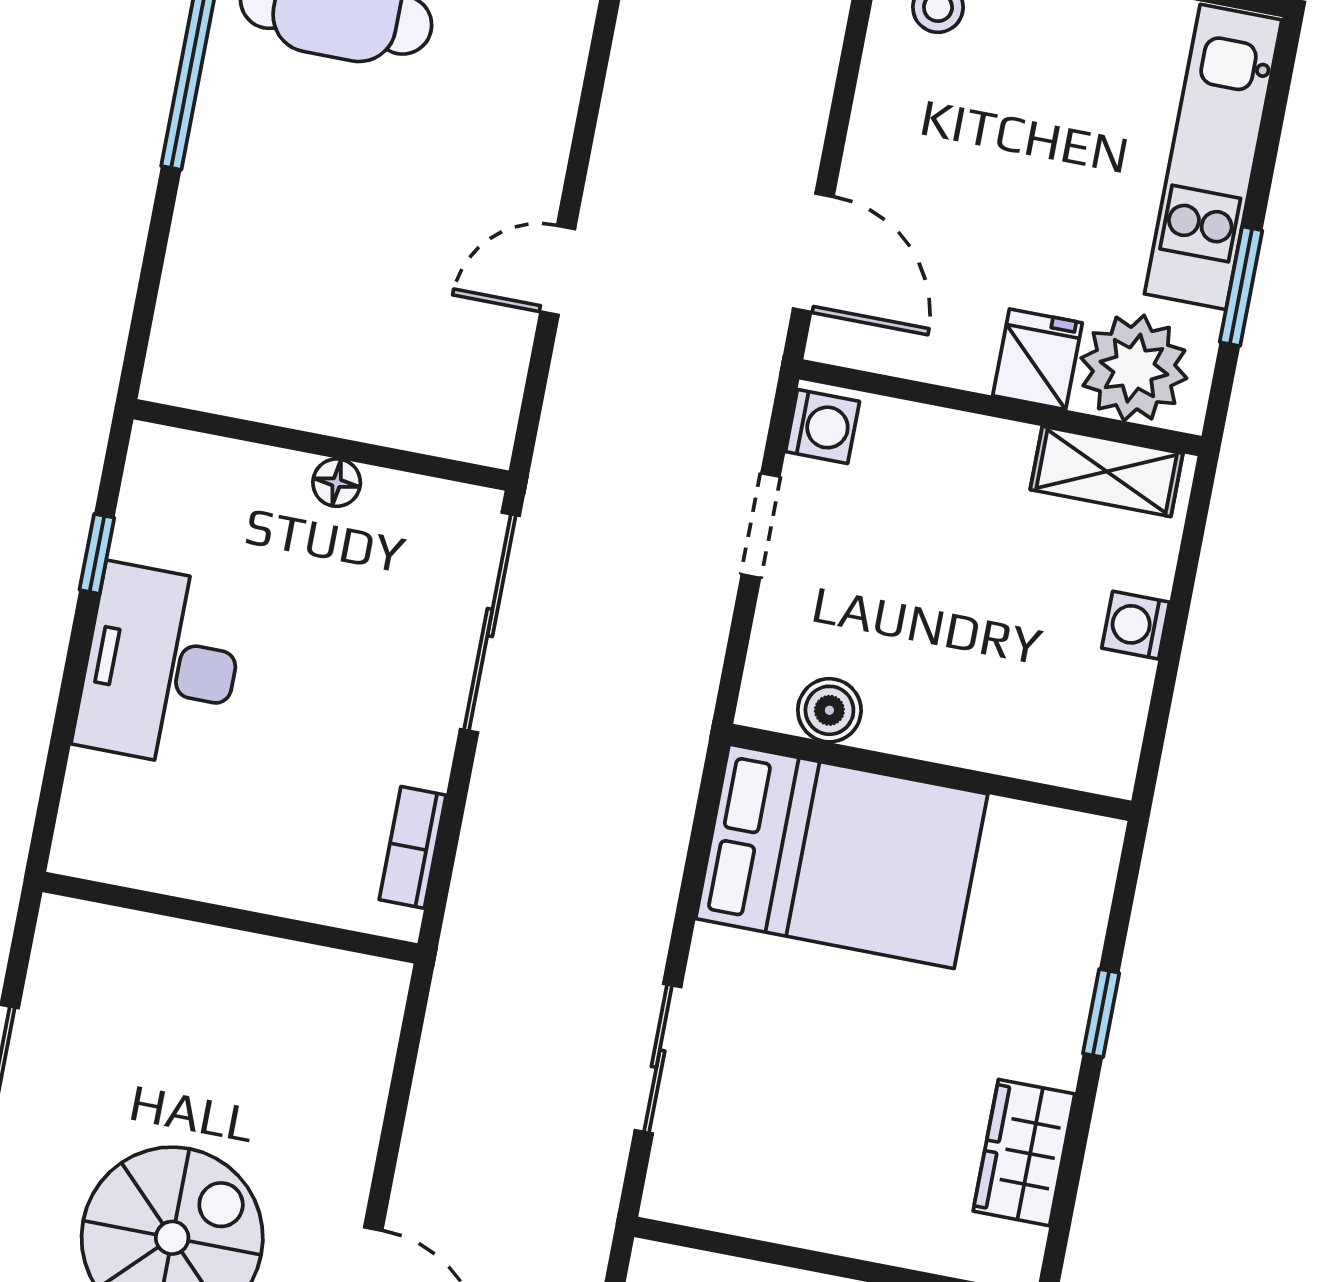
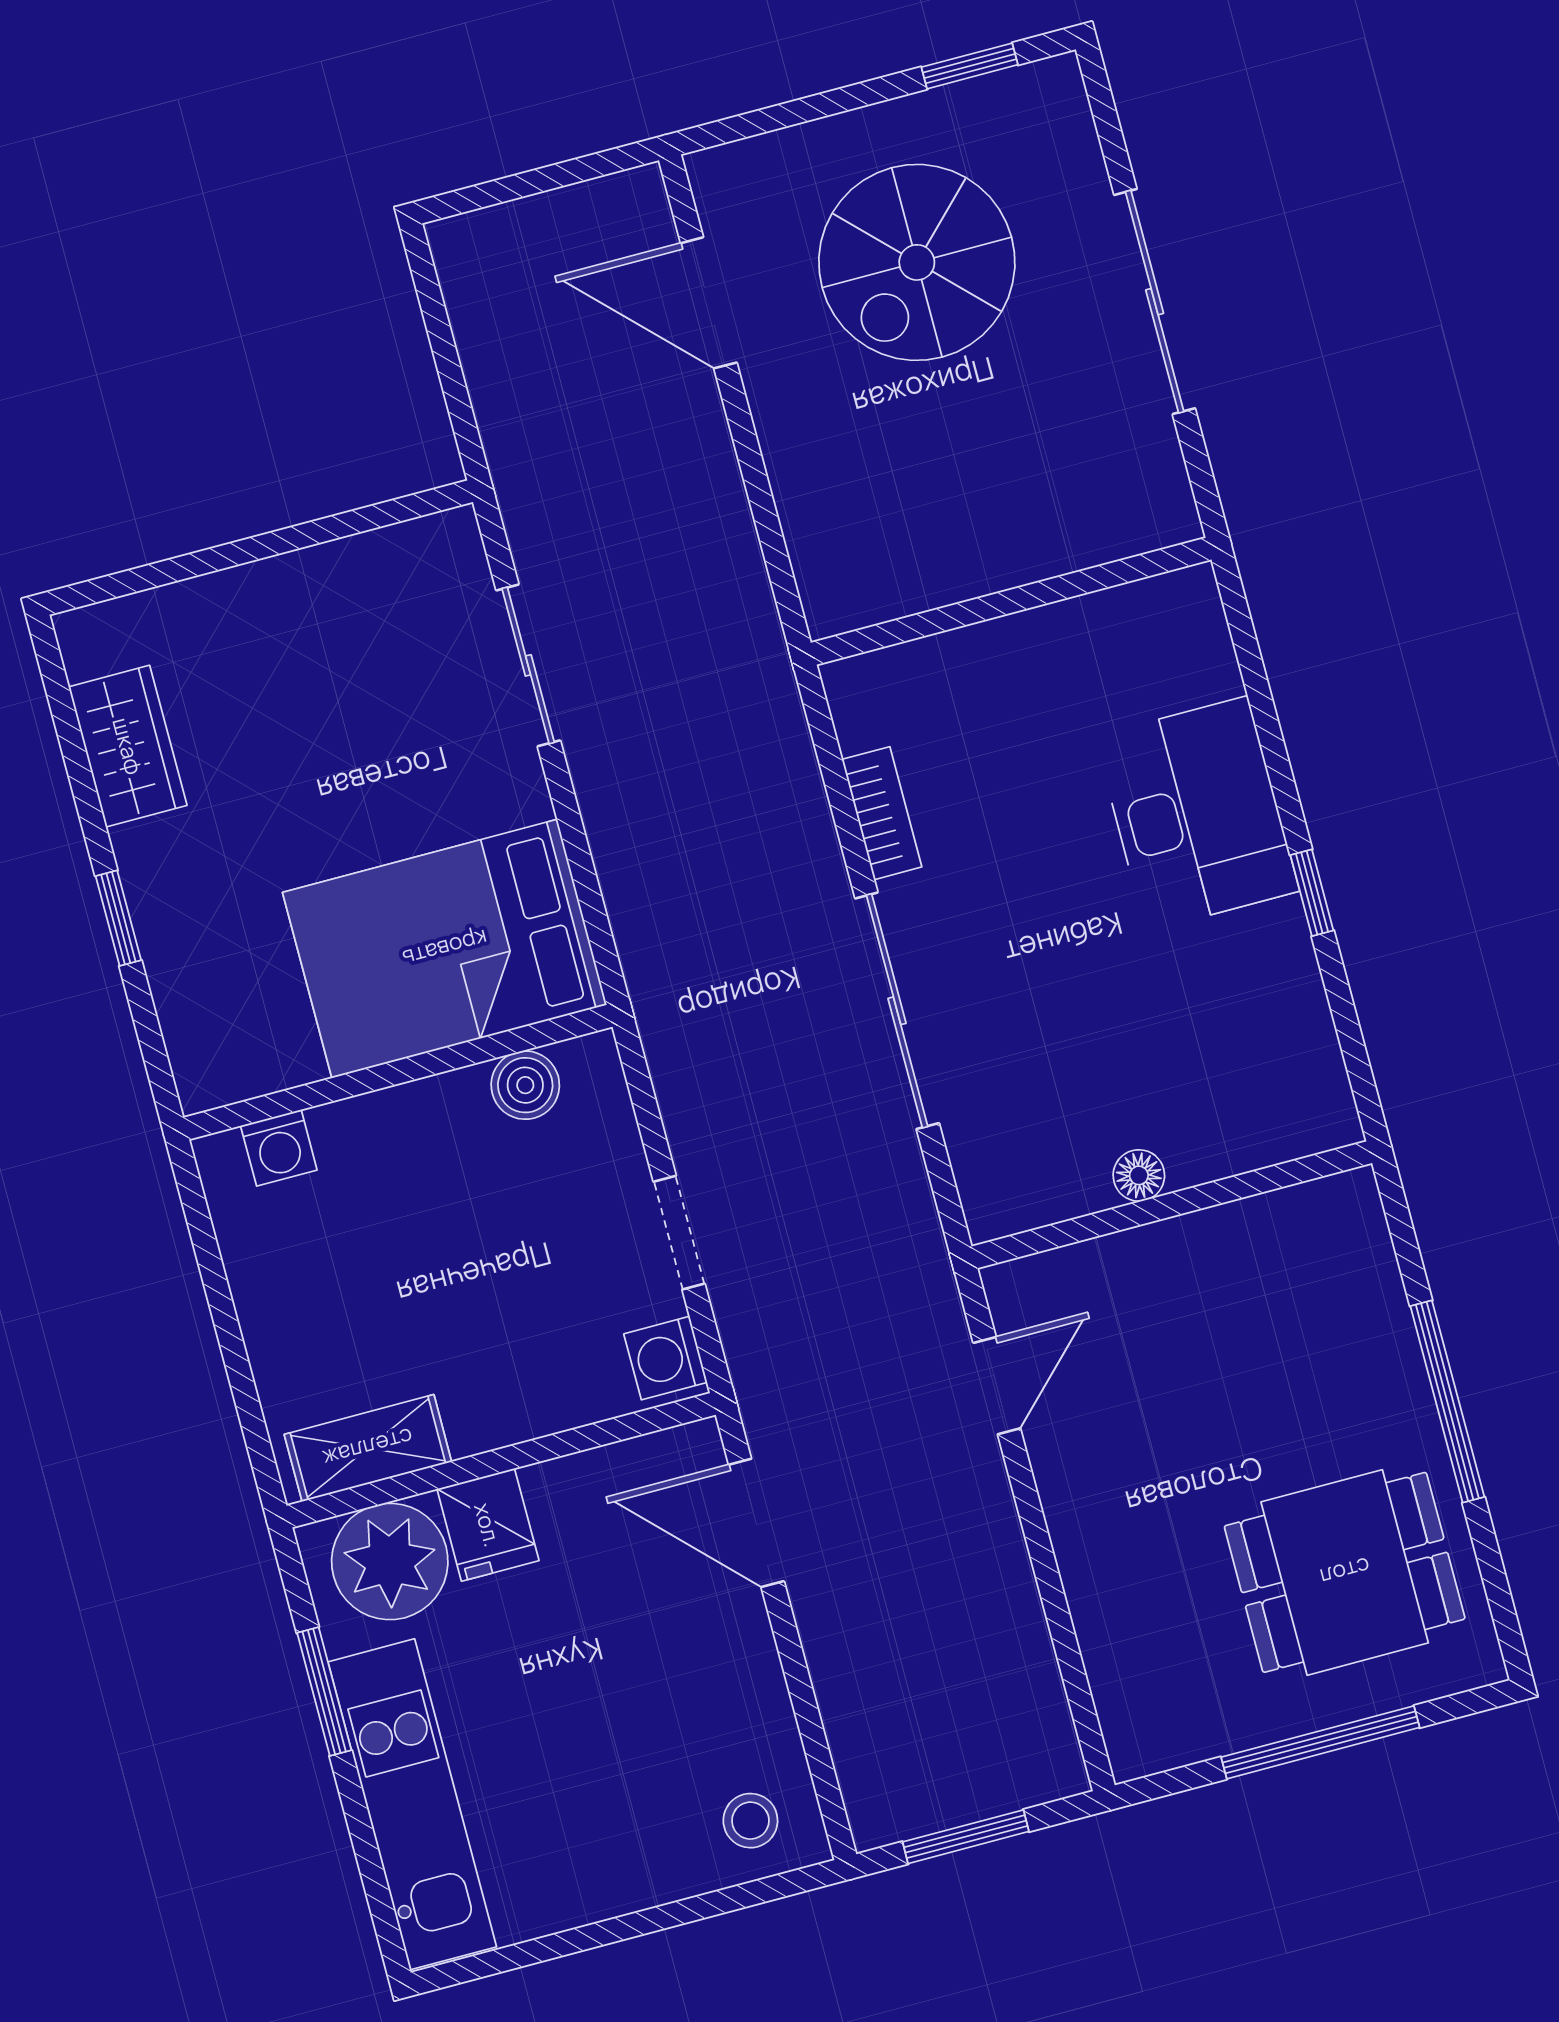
wall: (321, 445) -> (1172, 1205), moved
floor lamp: (337, 483) -> (1139, 1175), moved
washing machine: (1136, 625) -> (279, 1148), moved, turned 90
bookcase: (413, 847) -> (882, 813), moved

